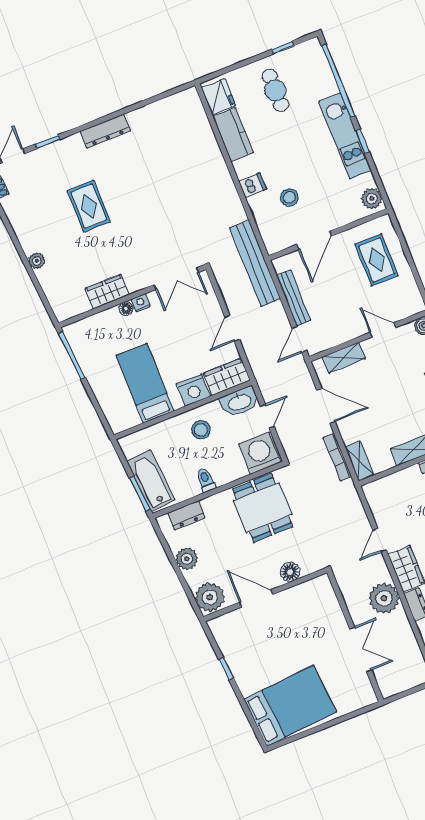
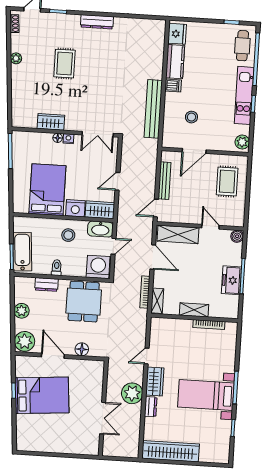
cafe table: (275, 90) -> (242, 46), moved
dishwasher: (253, 185) -> (173, 86), moved
plant: (37, 261) -> (16, 58), moved
bench: (255, 263) -> (153, 109), moved
shelving: (344, 358) -> (178, 234), width x1.50, depth x1.33
bed: (145, 383) -> (47, 190), width x1.50
dresser: (186, 515) -> (46, 284), moved
bed: (290, 706) -> (42, 395), moved

